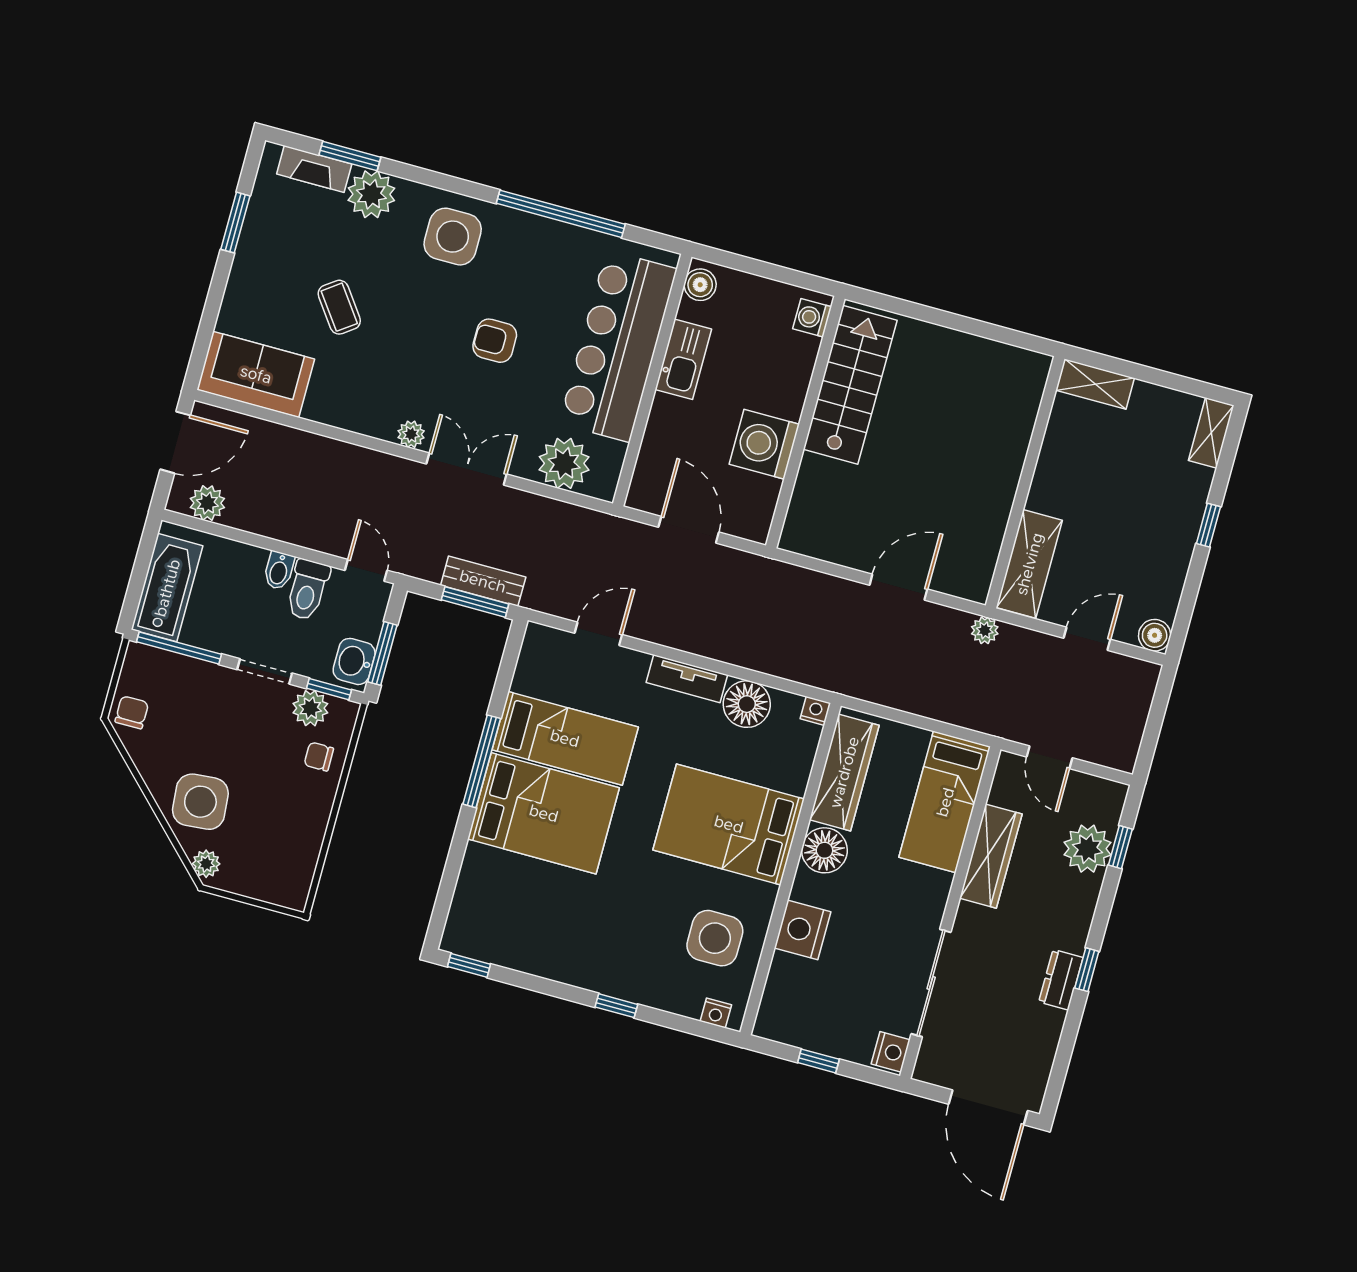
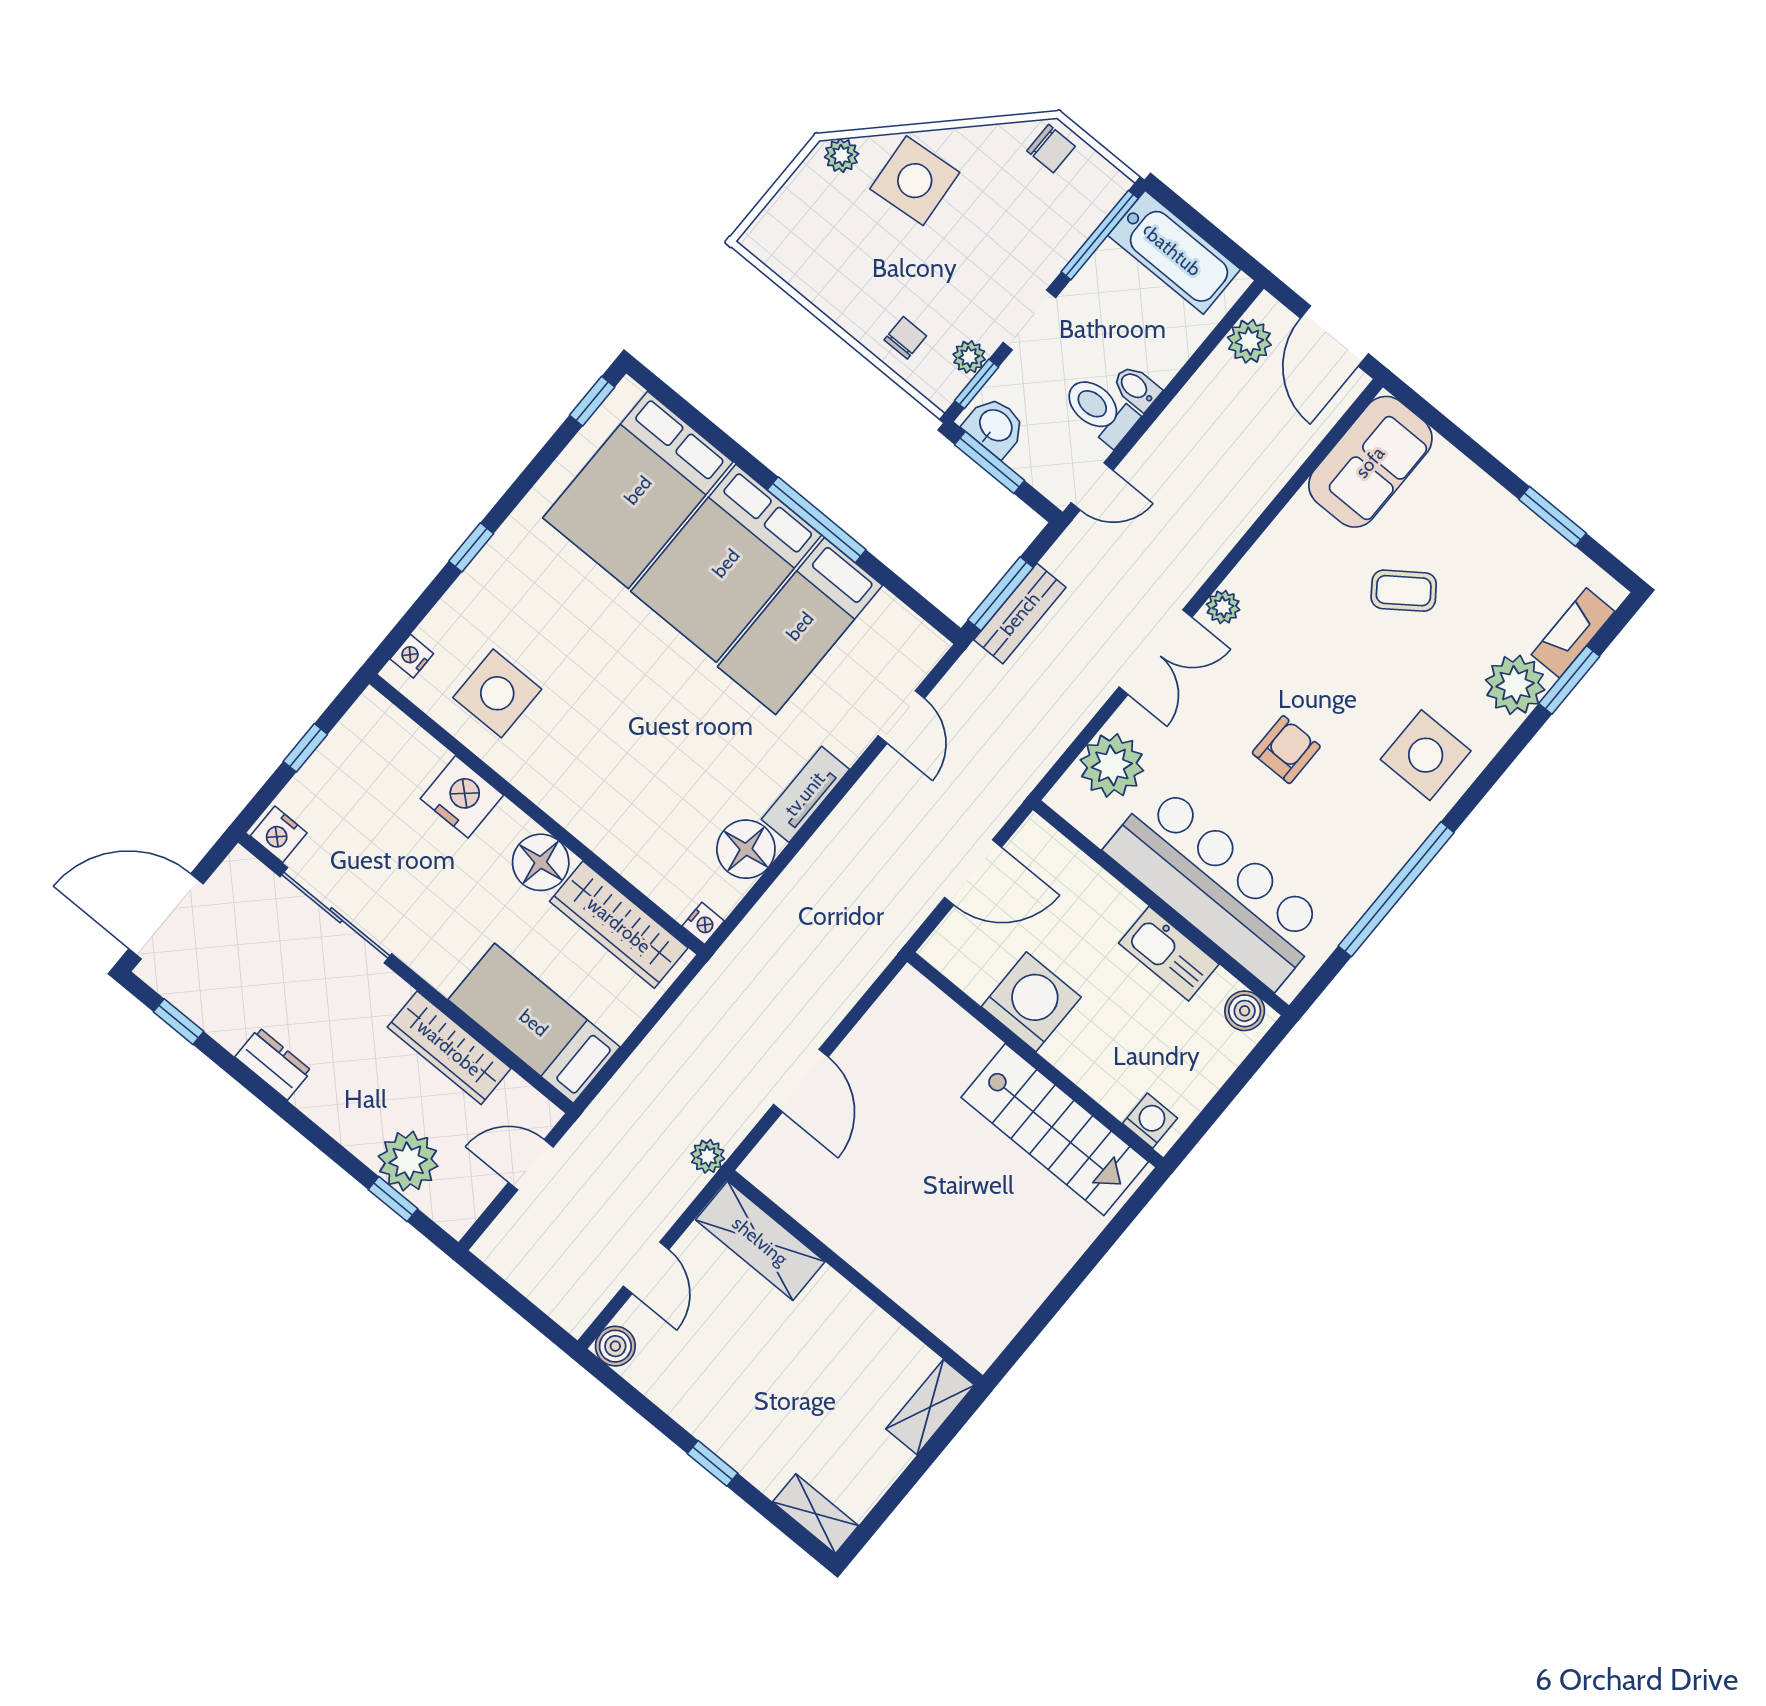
plant: (310, 708) -> (969, 357), width x0.73, depth x0.73
bed: (729, 824) -> (638, 490), moved, turned 180
window: (1087, 970) -> (179, 1022), moved

